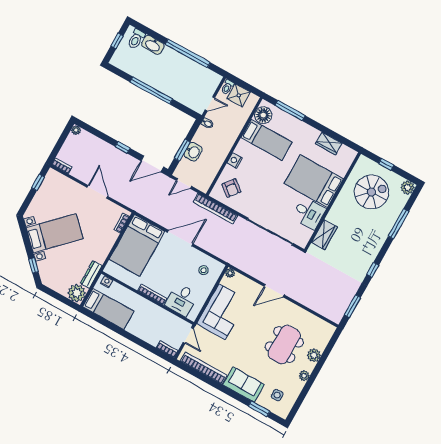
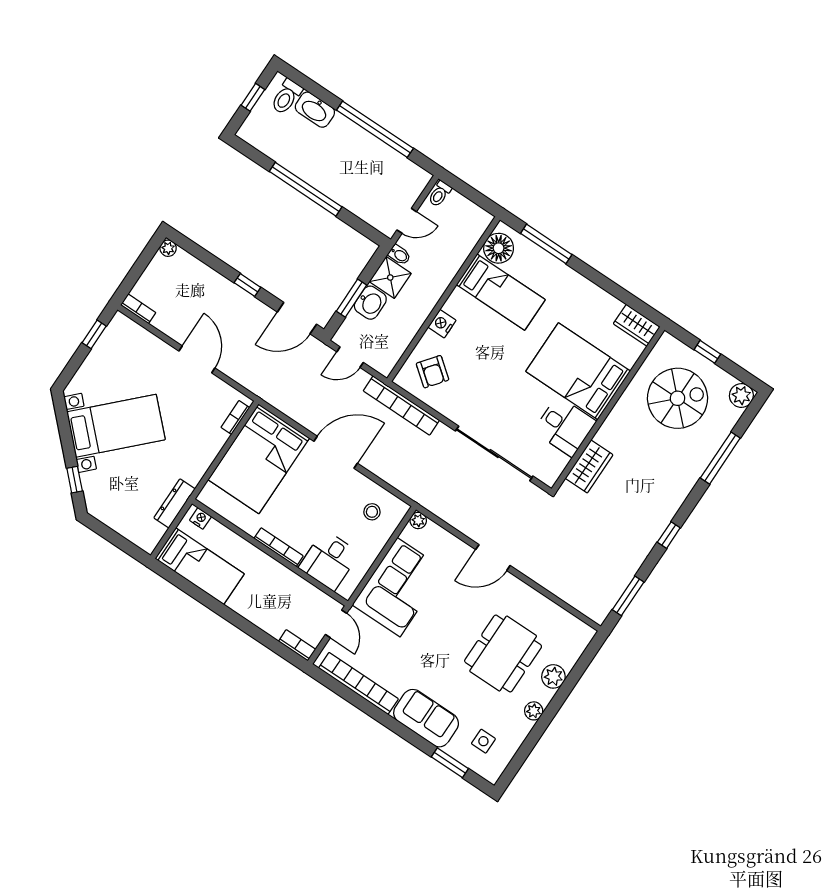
shower: (239, 95) -> (390, 278), moved
wardrobe: (329, 143) -> (637, 325), moved
plant: (77, 293) -> (146, 534), removed

